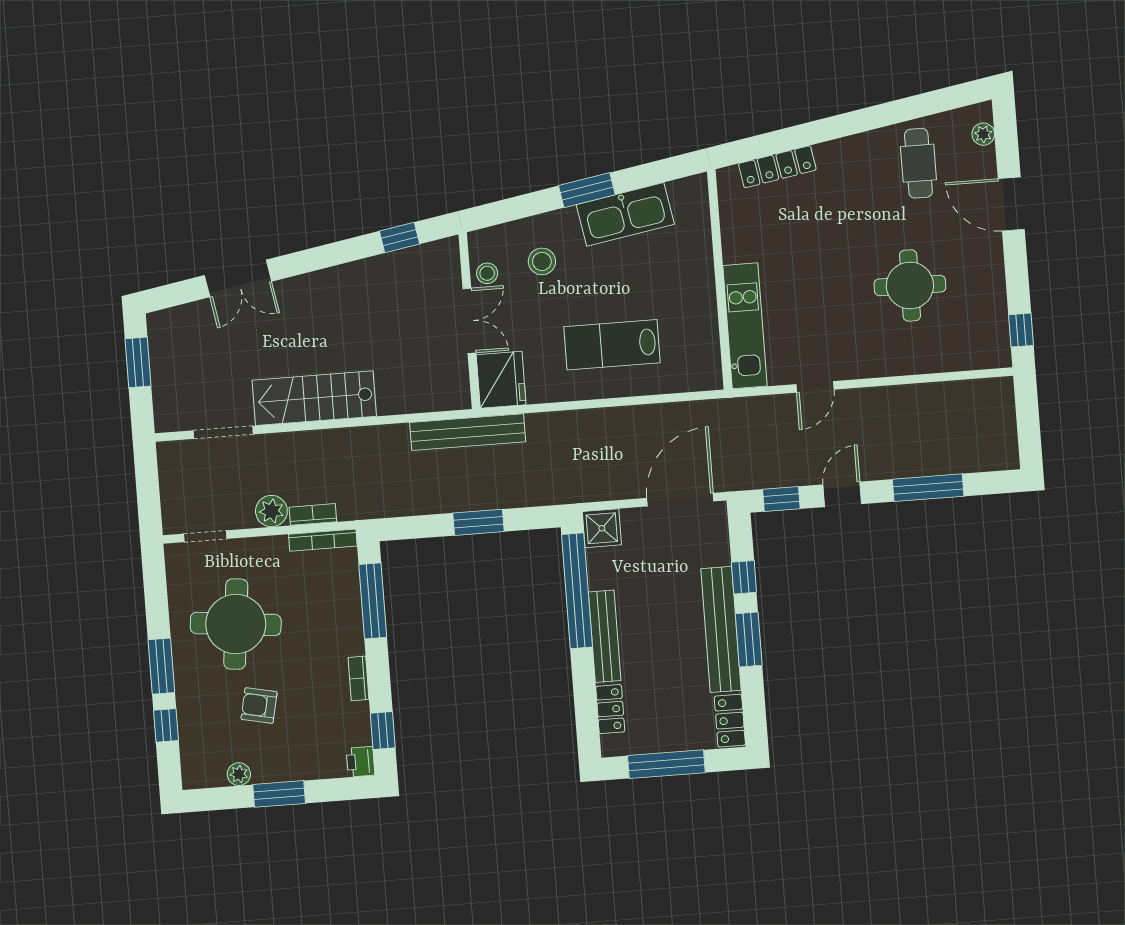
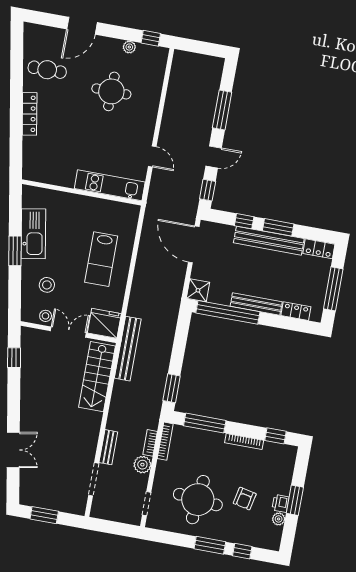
plant: (983, 134) -> (129, 47), moved
locker: (777, 167) -> (30, 114), moved
stairs: (314, 398) -> (97, 377), moved
bench: (286, 443) -> (108, 447), added
door: (842, 494) -> (214, 157), swing flipped
window: (478, 522) -> (172, 388), moved
bookcase: (359, 678) -> (244, 442), width x1.56
printer: (360, 762) -> (280, 503), moved, turned 90

